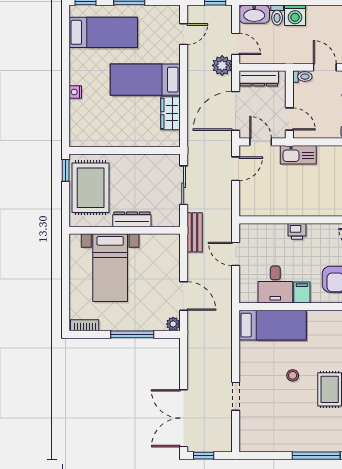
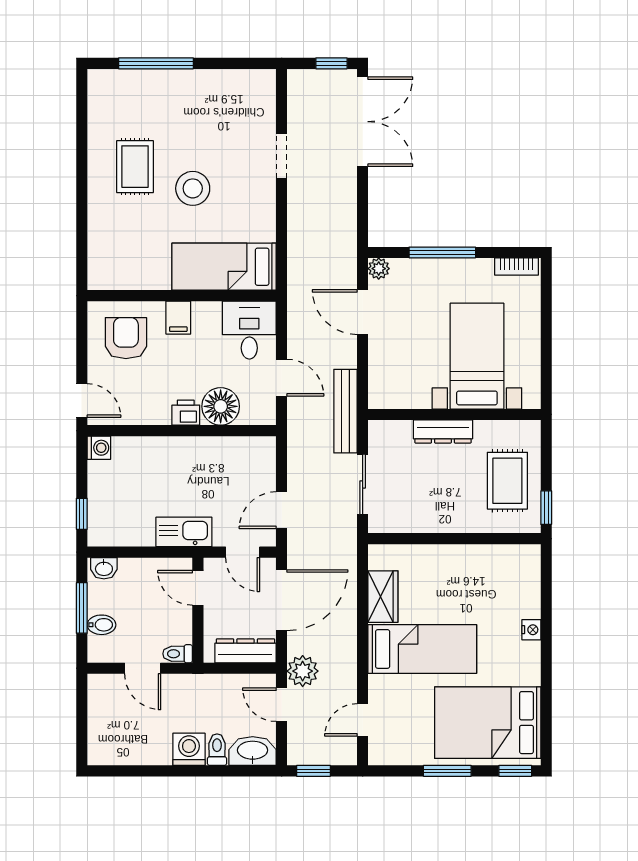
bed: (103, 32) -> (488, 723), width x1.50
rug: (91, 188) -> (507, 481), width x0.73, depth x0.70
bench: (195, 232) -> (345, 411), width x1.36
floor lamp: (275, 235) -> (221, 406), added
desk: (275, 284) -> (249, 330), moved
stool: (293, 375) -> (193, 188), width x1.89, depth x1.89

